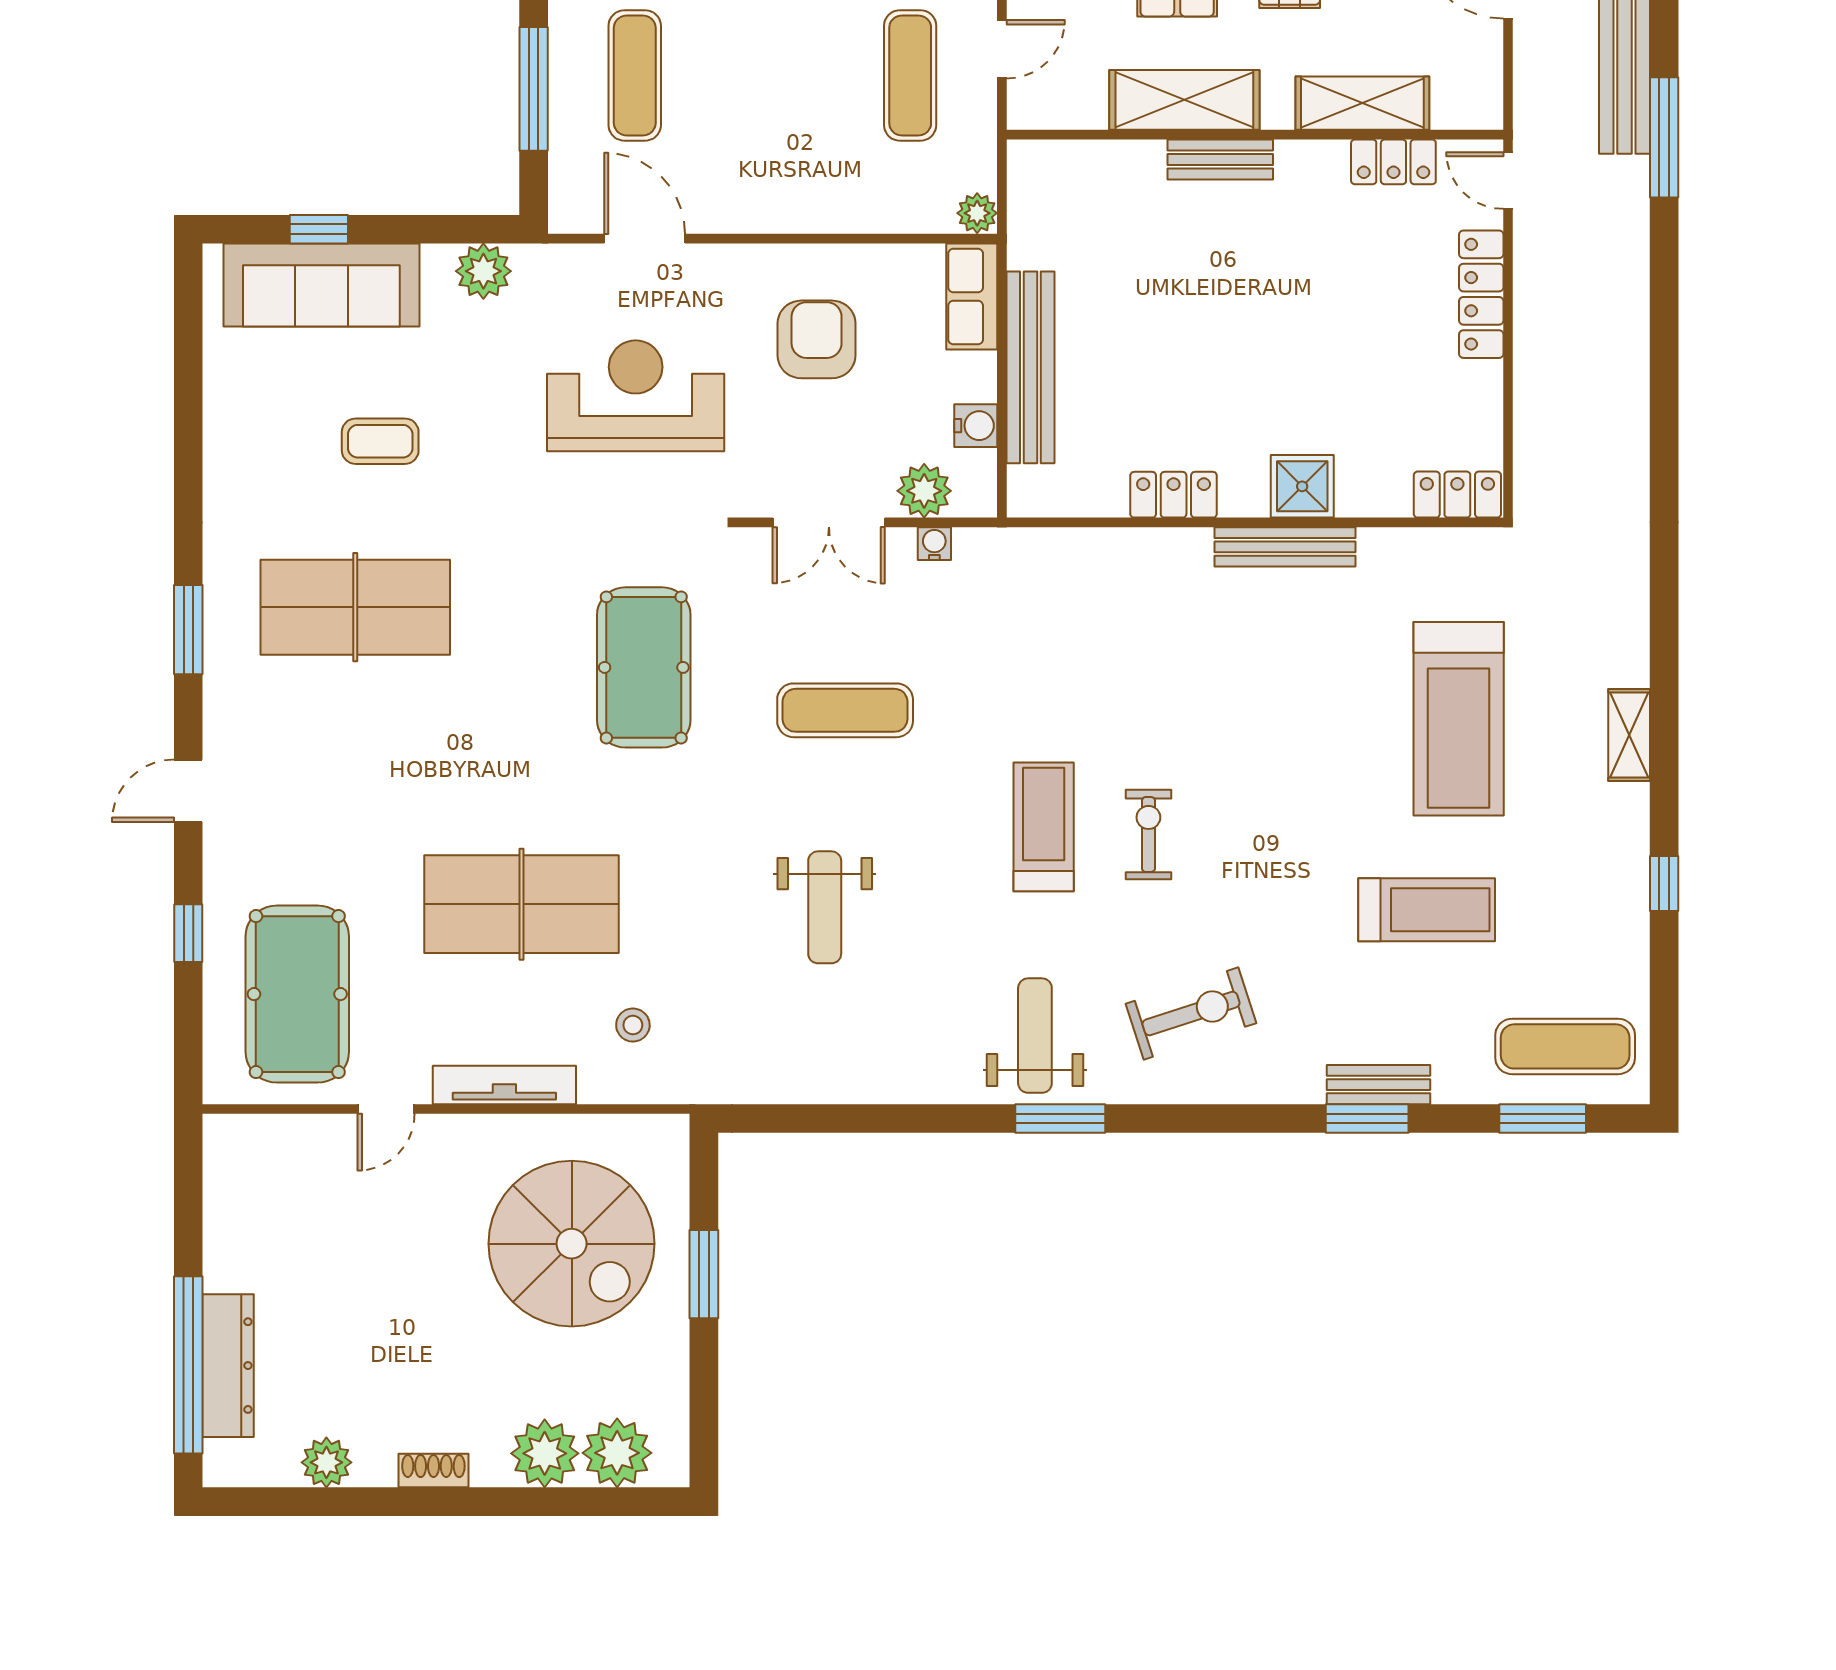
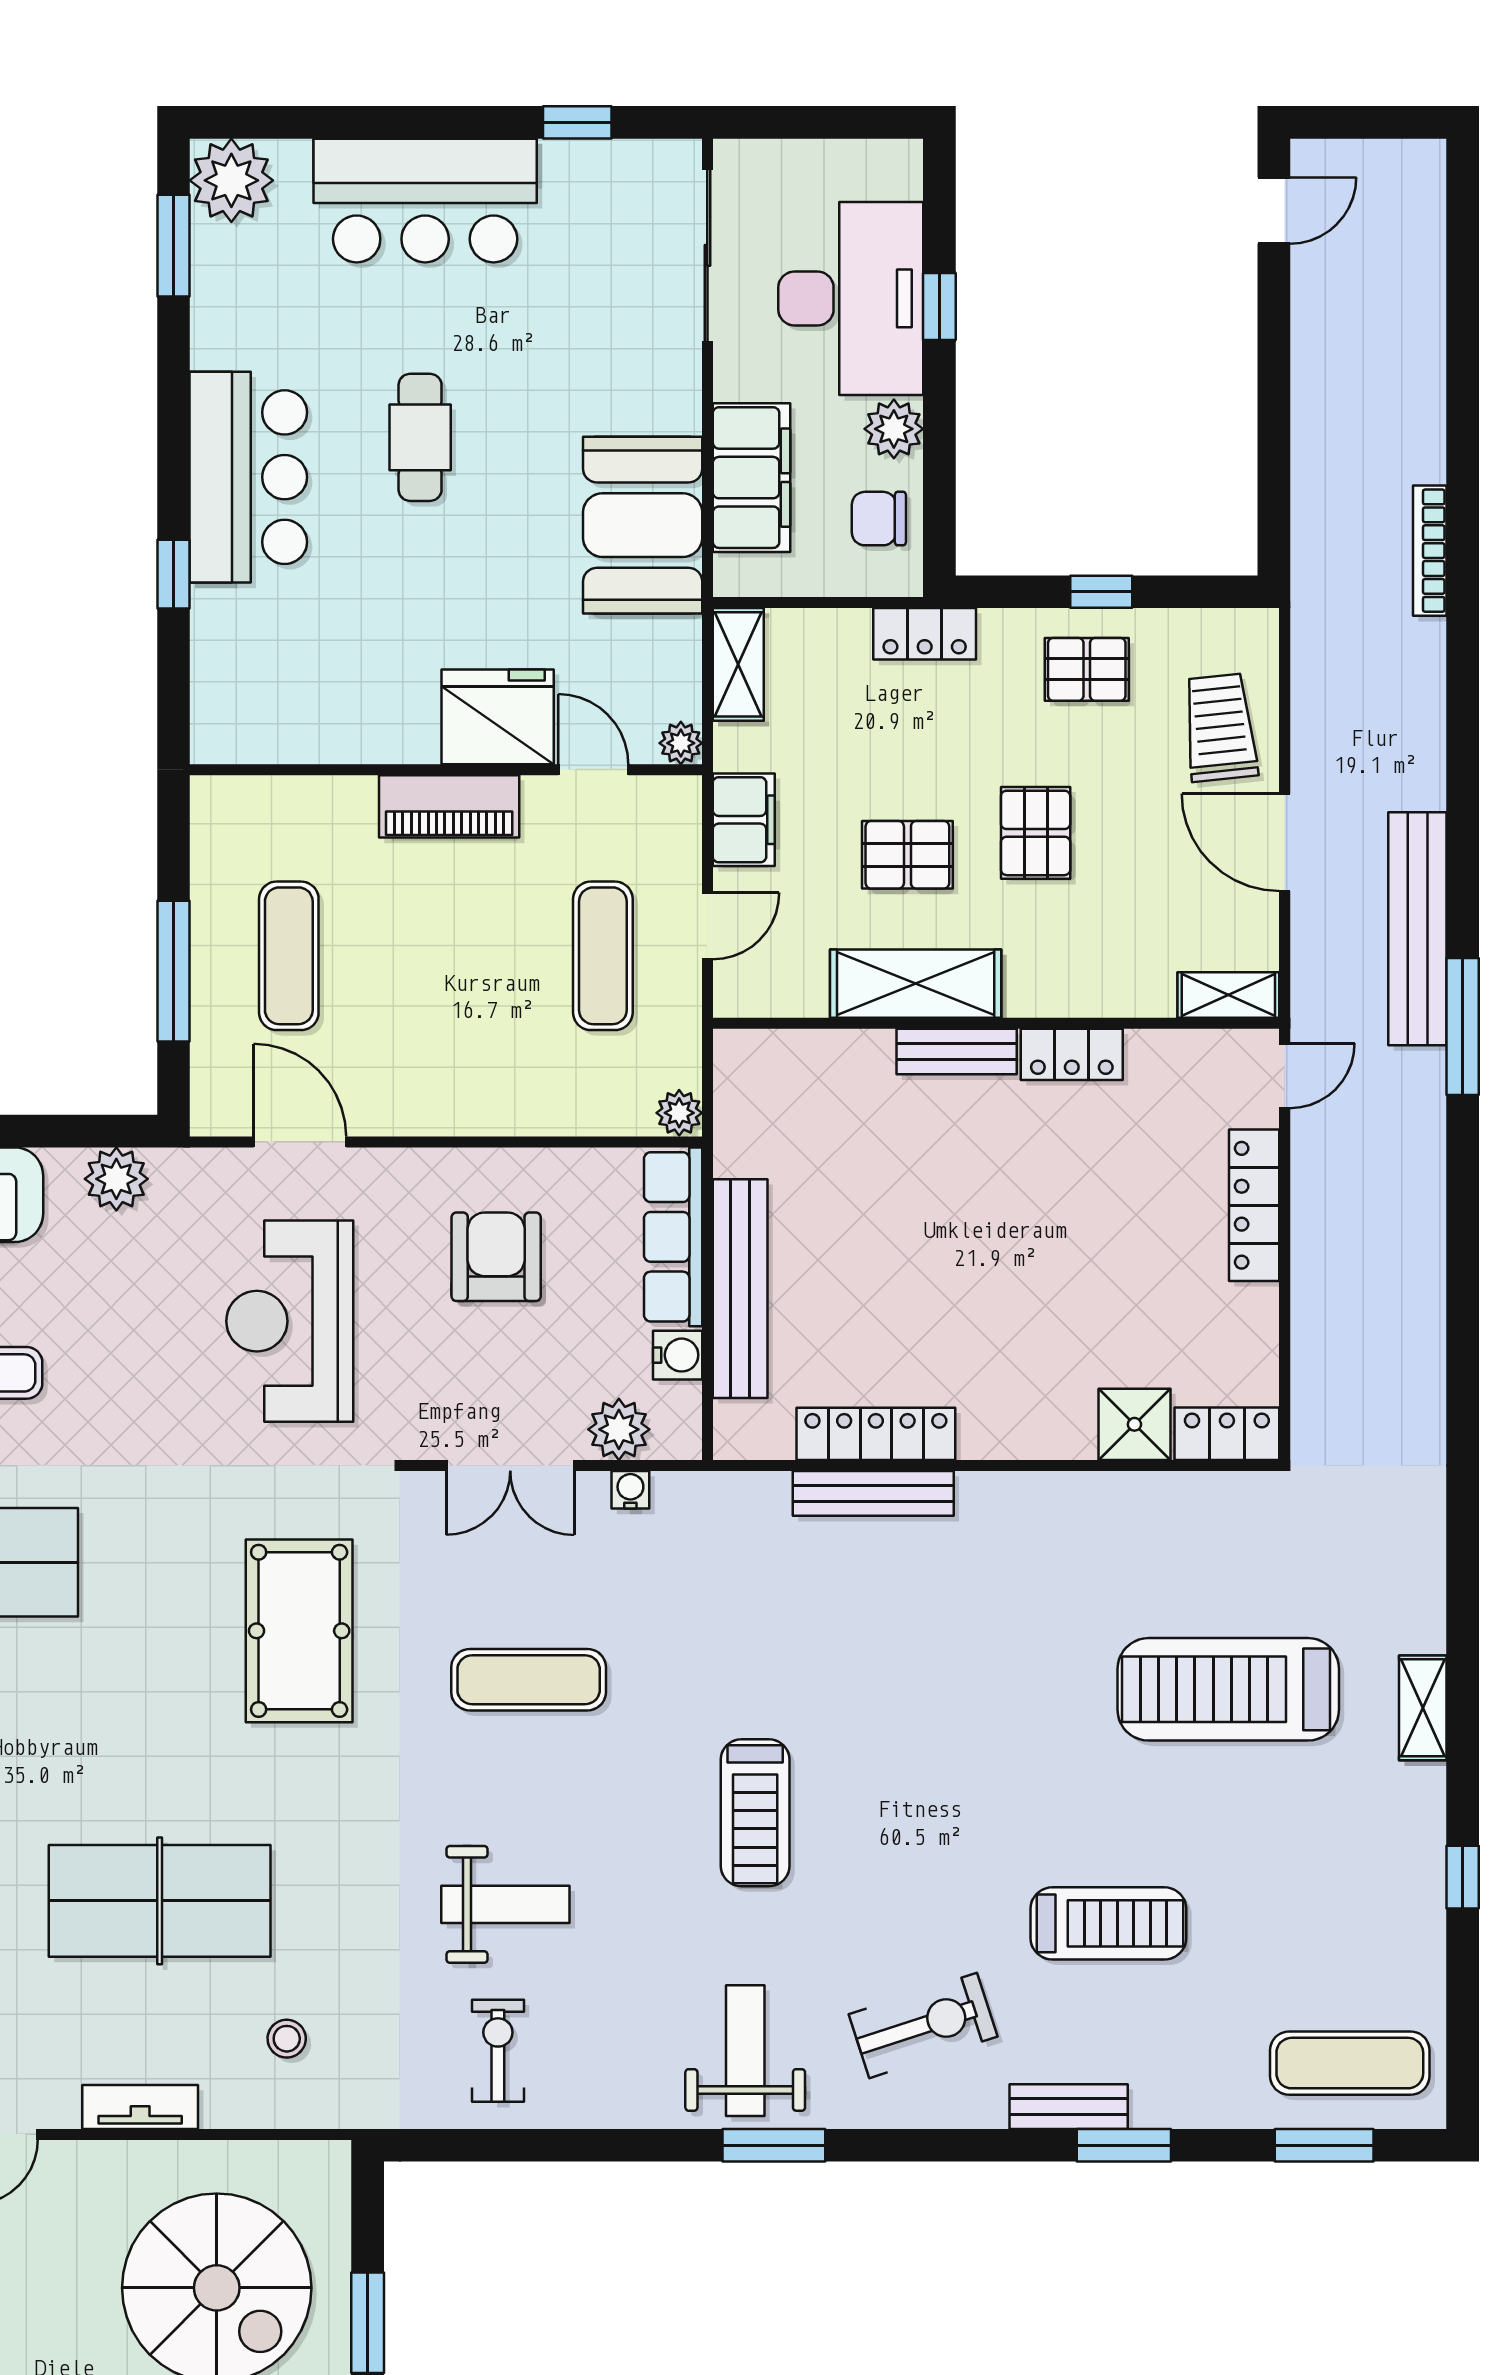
shelving: (1362, 103) -> (1228, 995), moved, width x0.67, depth x0.75
locker: (1393, 162) -> (1072, 1054), moved
door: (1508, 181) -> (1285, 1076), swing flipped
row of seats: (972, 297) -> (673, 1237), width x1.48
reception desk: (636, 396) -> (290, 1321), turned -90
shower: (1302, 486) -> (1134, 1424), moved
locker: (1174, 495) -> (876, 1434), width x1.53
bench: (1285, 547) -> (873, 1493), moved
treadmill: (1459, 719) -> (1228, 1689), turned 90
treadmill: (1044, 827) -> (755, 1813), turned 180
exercise bike: (1148, 834) -> (498, 2051), moved
weight bench: (825, 907) -> (505, 1904), turned -90
treadmill: (1427, 910) -> (1108, 1923), moved
tv unit: (504, 1085) -> (140, 2107), width x0.71
bench: (1378, 1085) -> (1069, 2107), moved

